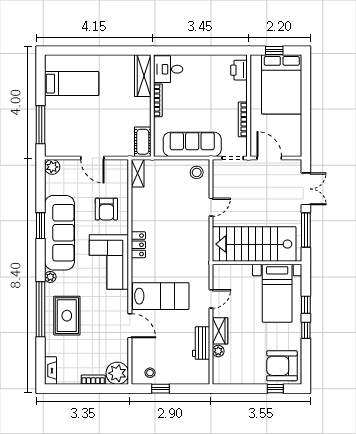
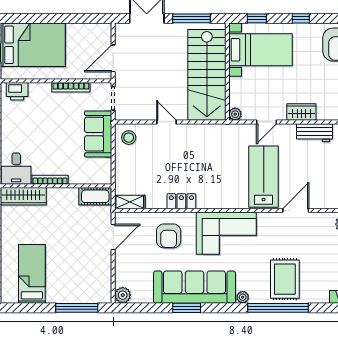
sofa: (192, 144) -> (98, 134), width x0.73
door: (92, 158) -> (113, 237), moved
armchair: (106, 209) -> (169, 236), turned 90
locker: (138, 245) -> (181, 201), moved
door: (211, 299) -> (267, 122), swing flipped
window: (306, 305) -> (257, 18), moved
rug: (67, 316) -> (285, 279), turned 90
plant: (218, 351) -> (235, 114), moved

